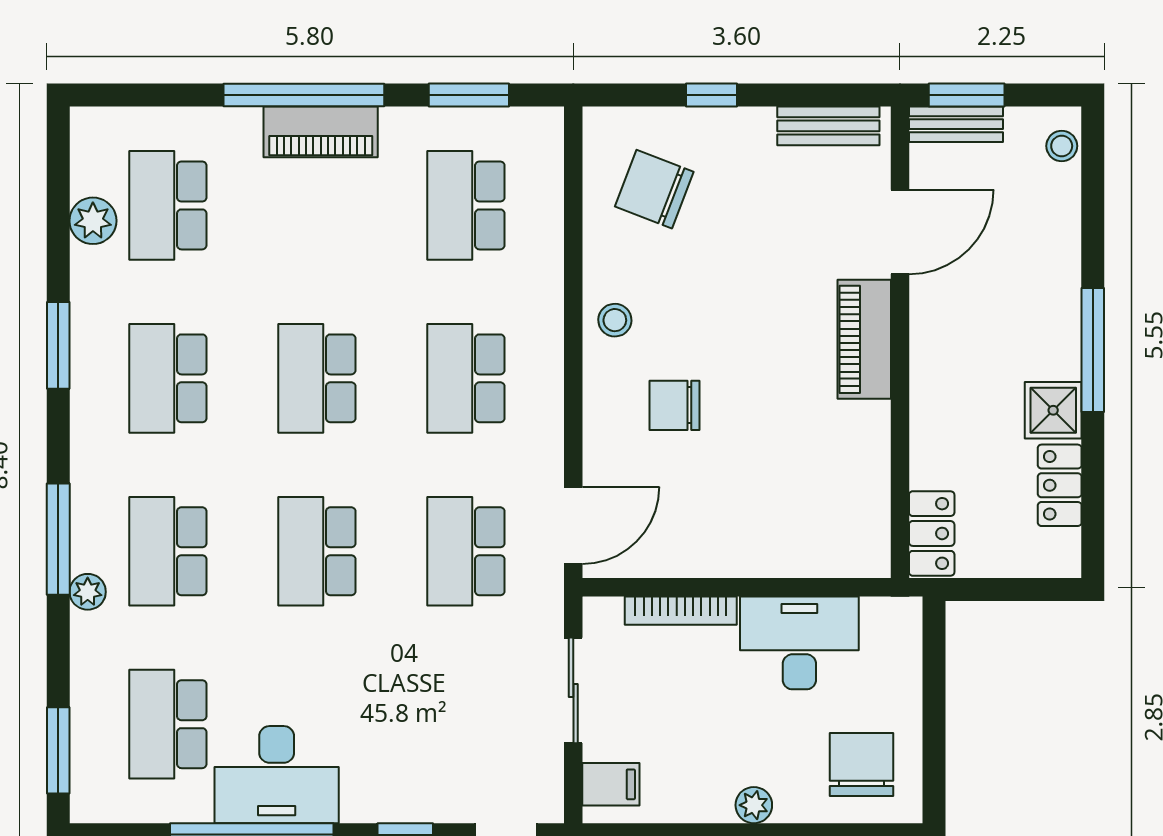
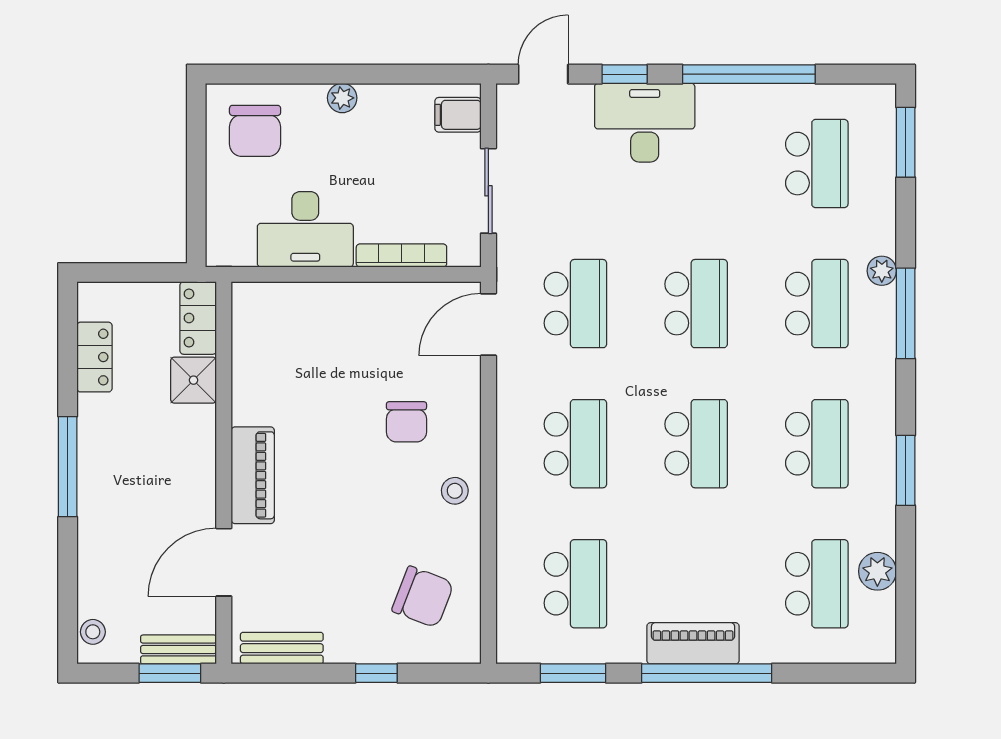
chair: (674, 405) -> (406, 422), turned 90
shower: (1053, 410) -> (194, 380), moved
desk: (277, 775) -> (645, 123), moved

